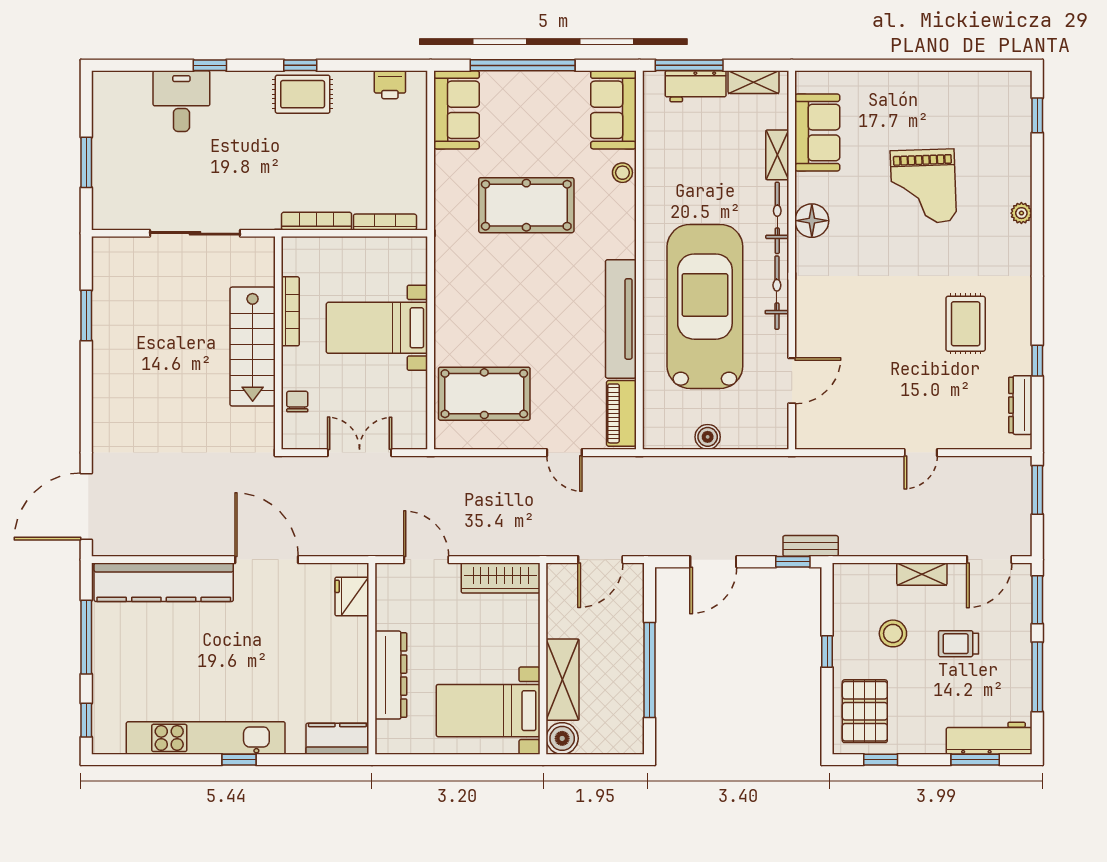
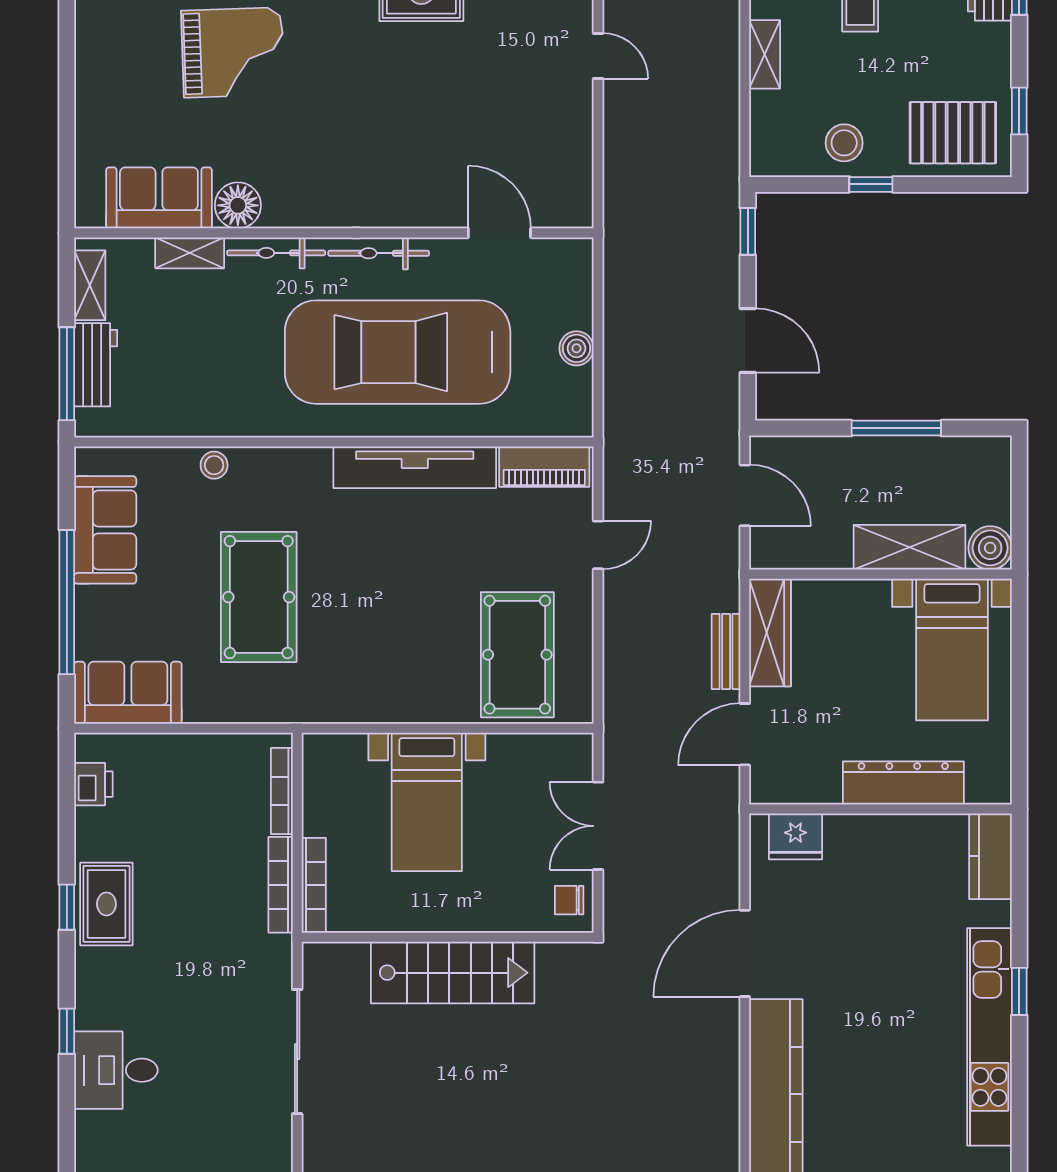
sofa: (613, 110) -> (105, 530), moved, turned -90
floor lamp: (812, 221) -> (238, 205), moved
bookcase: (290, 311) -> (314, 885), moved, turned 90
chair: (297, 402) -> (569, 900), moved
bench: (811, 546) -> (726, 651), moved
stool: (893, 633) -> (844, 143), moved
window: (649, 670) -> (896, 428), width x0.68

